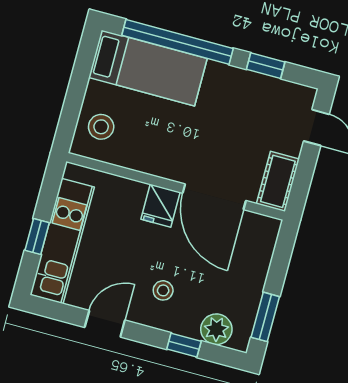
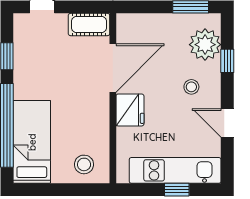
fridge: (161, 206) -> (130, 110), width x1.38
plant: (216, 329) -> (205, 45), width x1.36, depth x1.36

